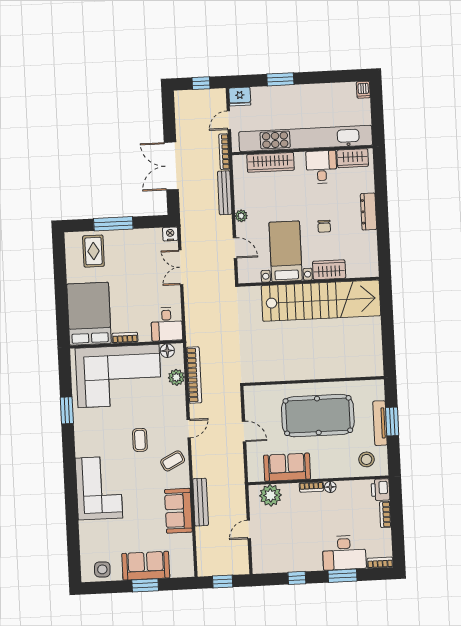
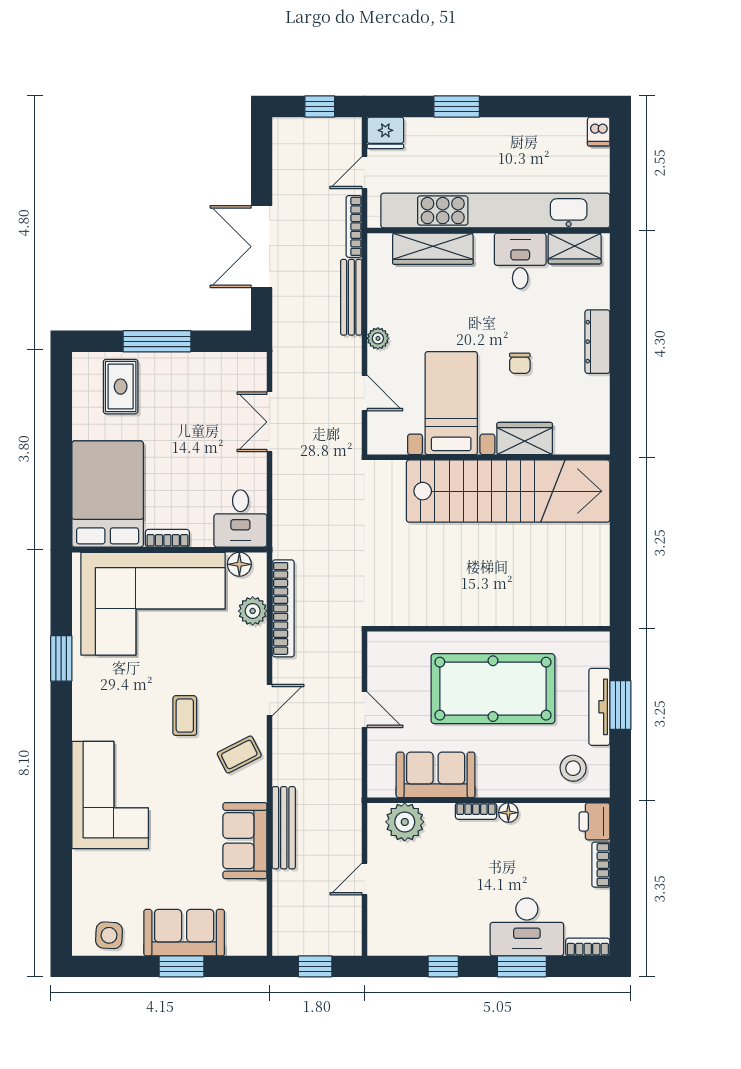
nightstand: (170, 234) -> (254, 364), removed

